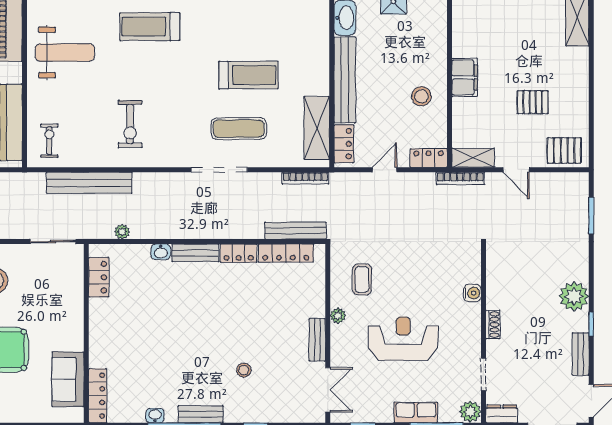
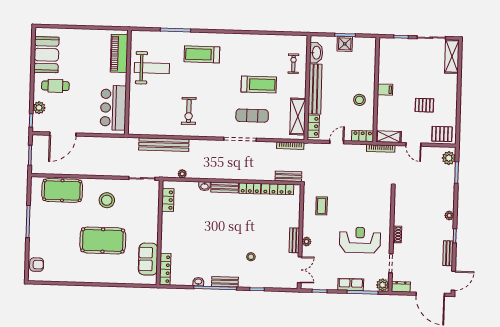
filing cabinet: (465, 77) -> (385, 90), width x0.50
exercise bike: (49, 141) -> (293, 64), moved
plant: (577, 191) -> (449, 158), added
bench: (296, 231) -> (288, 176), width x0.73
water cooler: (472, 293) -> (386, 216), removed
plant: (574, 296) -> (449, 215), width x0.53, depth x0.53
plant: (338, 316) -> (306, 242), moved
reception desk: (403, 339) -> (360, 240), moved

